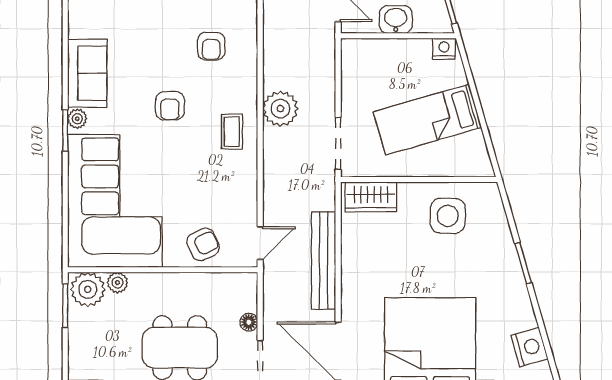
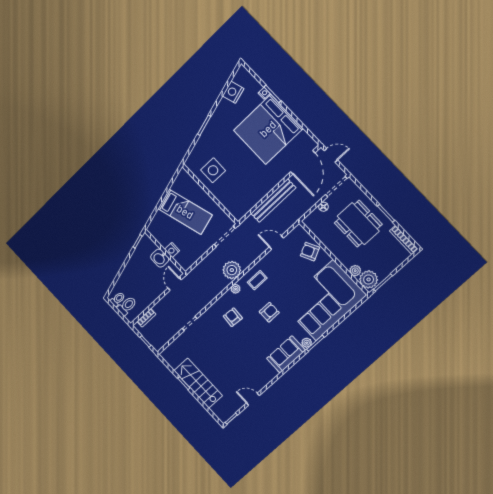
armchair: (211, 46) -> (233, 317), turned -86
nightstand: (444, 49) -> (172, 250), moved
plant: (248, 89) -> (236, 289), added
wardrobe: (371, 197) -> (233, 206), removed
door: (260, 243) -> (276, 242), moved

